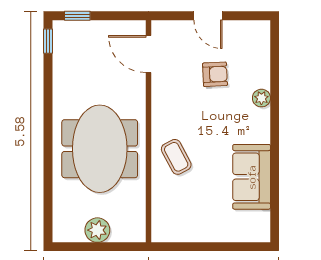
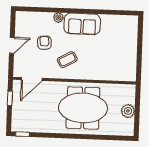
window: (77, 16) -> (10, 98), moved
coffee table: (176, 157) -> (67, 60), moved
sofa: (252, 177) -> (82, 24), moved

